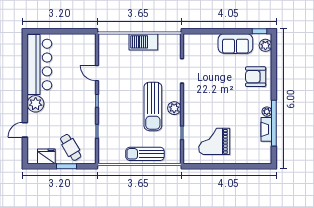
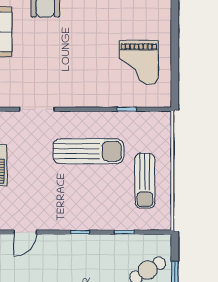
door: (97, 73) -> (25, 232), moved
plant: (174, 108) -> (91, 120), removed
sun lounger: (145, 154) -> (145, 181), moved

